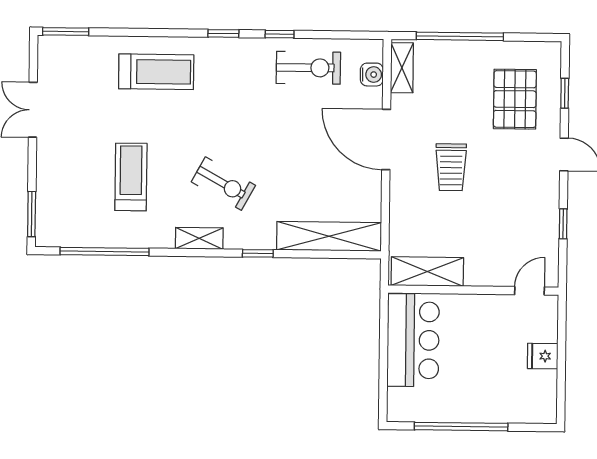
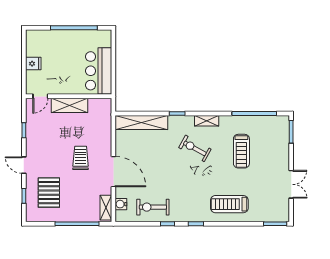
shelving: (427, 271) -> (69, 105), moved

